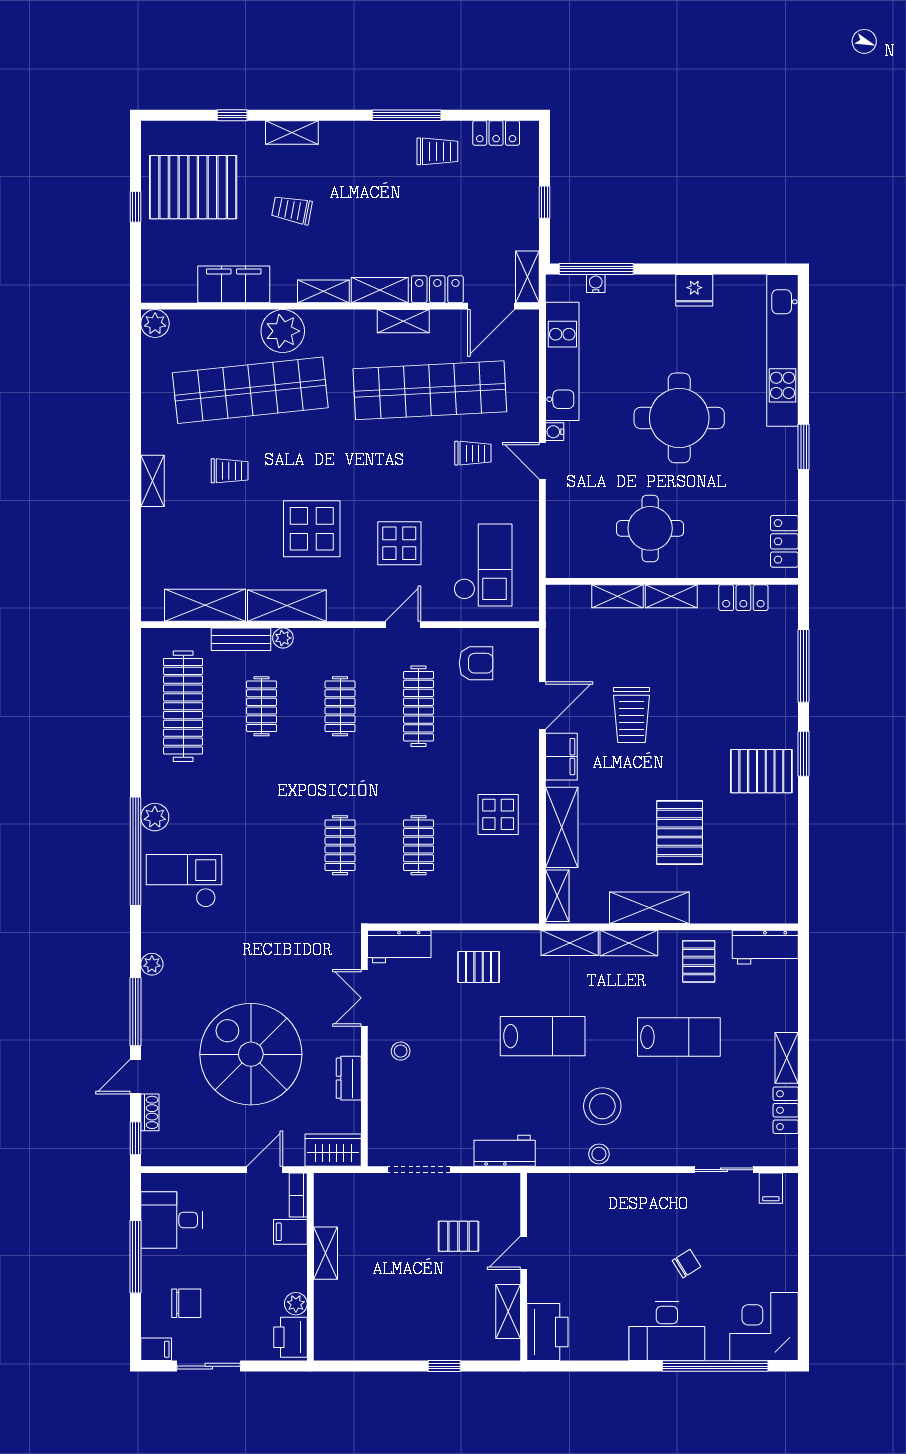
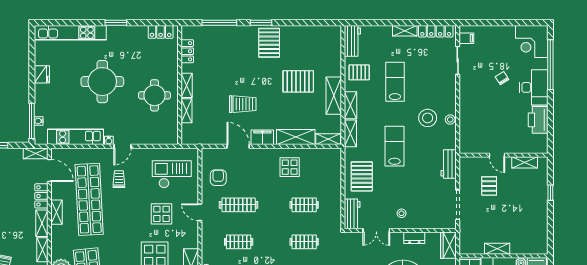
pallet: (479, 967) -> (362, 176), width x1.50, depth x1.42
locker: (786, 1110) -> (436, 31), width x1.53
printer: (547, 1332) -> (538, 120), moved, turned -90

